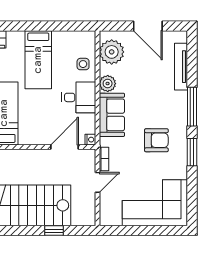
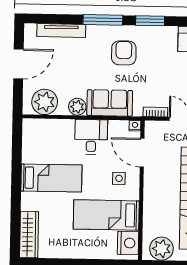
side table: (83, 64) -> (119, 178), moved
armchair: (156, 140) -> (124, 53), moved

